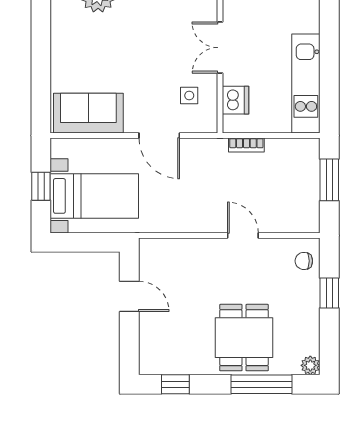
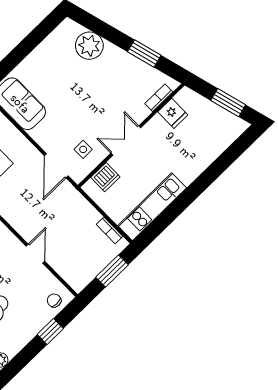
door: (159, 135) -> (56, 166), moved
bookcase: (246, 145) -> (109, 230), moved

